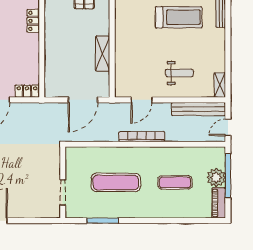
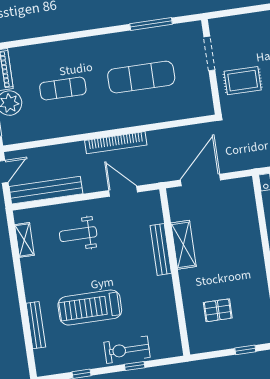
bench: (120, 53) -> (161, 249), added
shelving: (220, 85) -> (24, 240), moved
door: (141, 100) -> (123, 191), hinge flipped
rug: (41, 169) -> (243, 81), added

